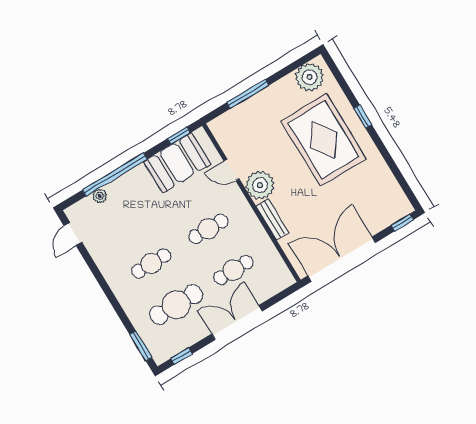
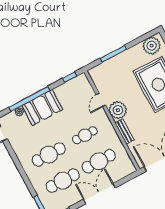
booth: (177, 163) -> (42, 107), moved
door: (232, 170) -> (101, 100), hinge flipped
cafe table: (151, 263) -> (49, 155), width x1.37, depth x1.35
cafe table: (233, 270) -> (99, 161), width x1.37, depth x1.35

